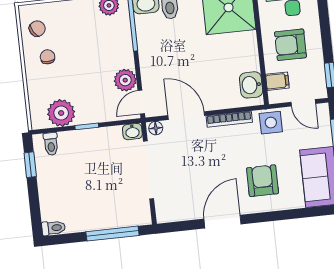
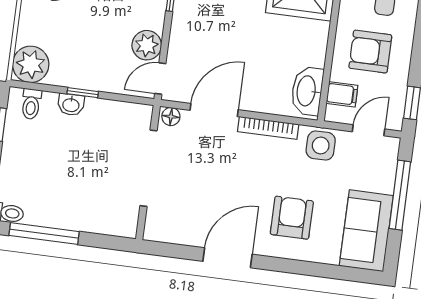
washbasin: (251, 85) -> (307, 91), width x1.38
door: (303, 103) -> (369, 130), swing flipped
plant: (61, 113) -> (31, 64), moved
door: (186, 116) -> (214, 110), hinge flipped
washbasin: (132, 132) -> (71, 105), moved
window: (113, 234) -> (44, 234), moved

